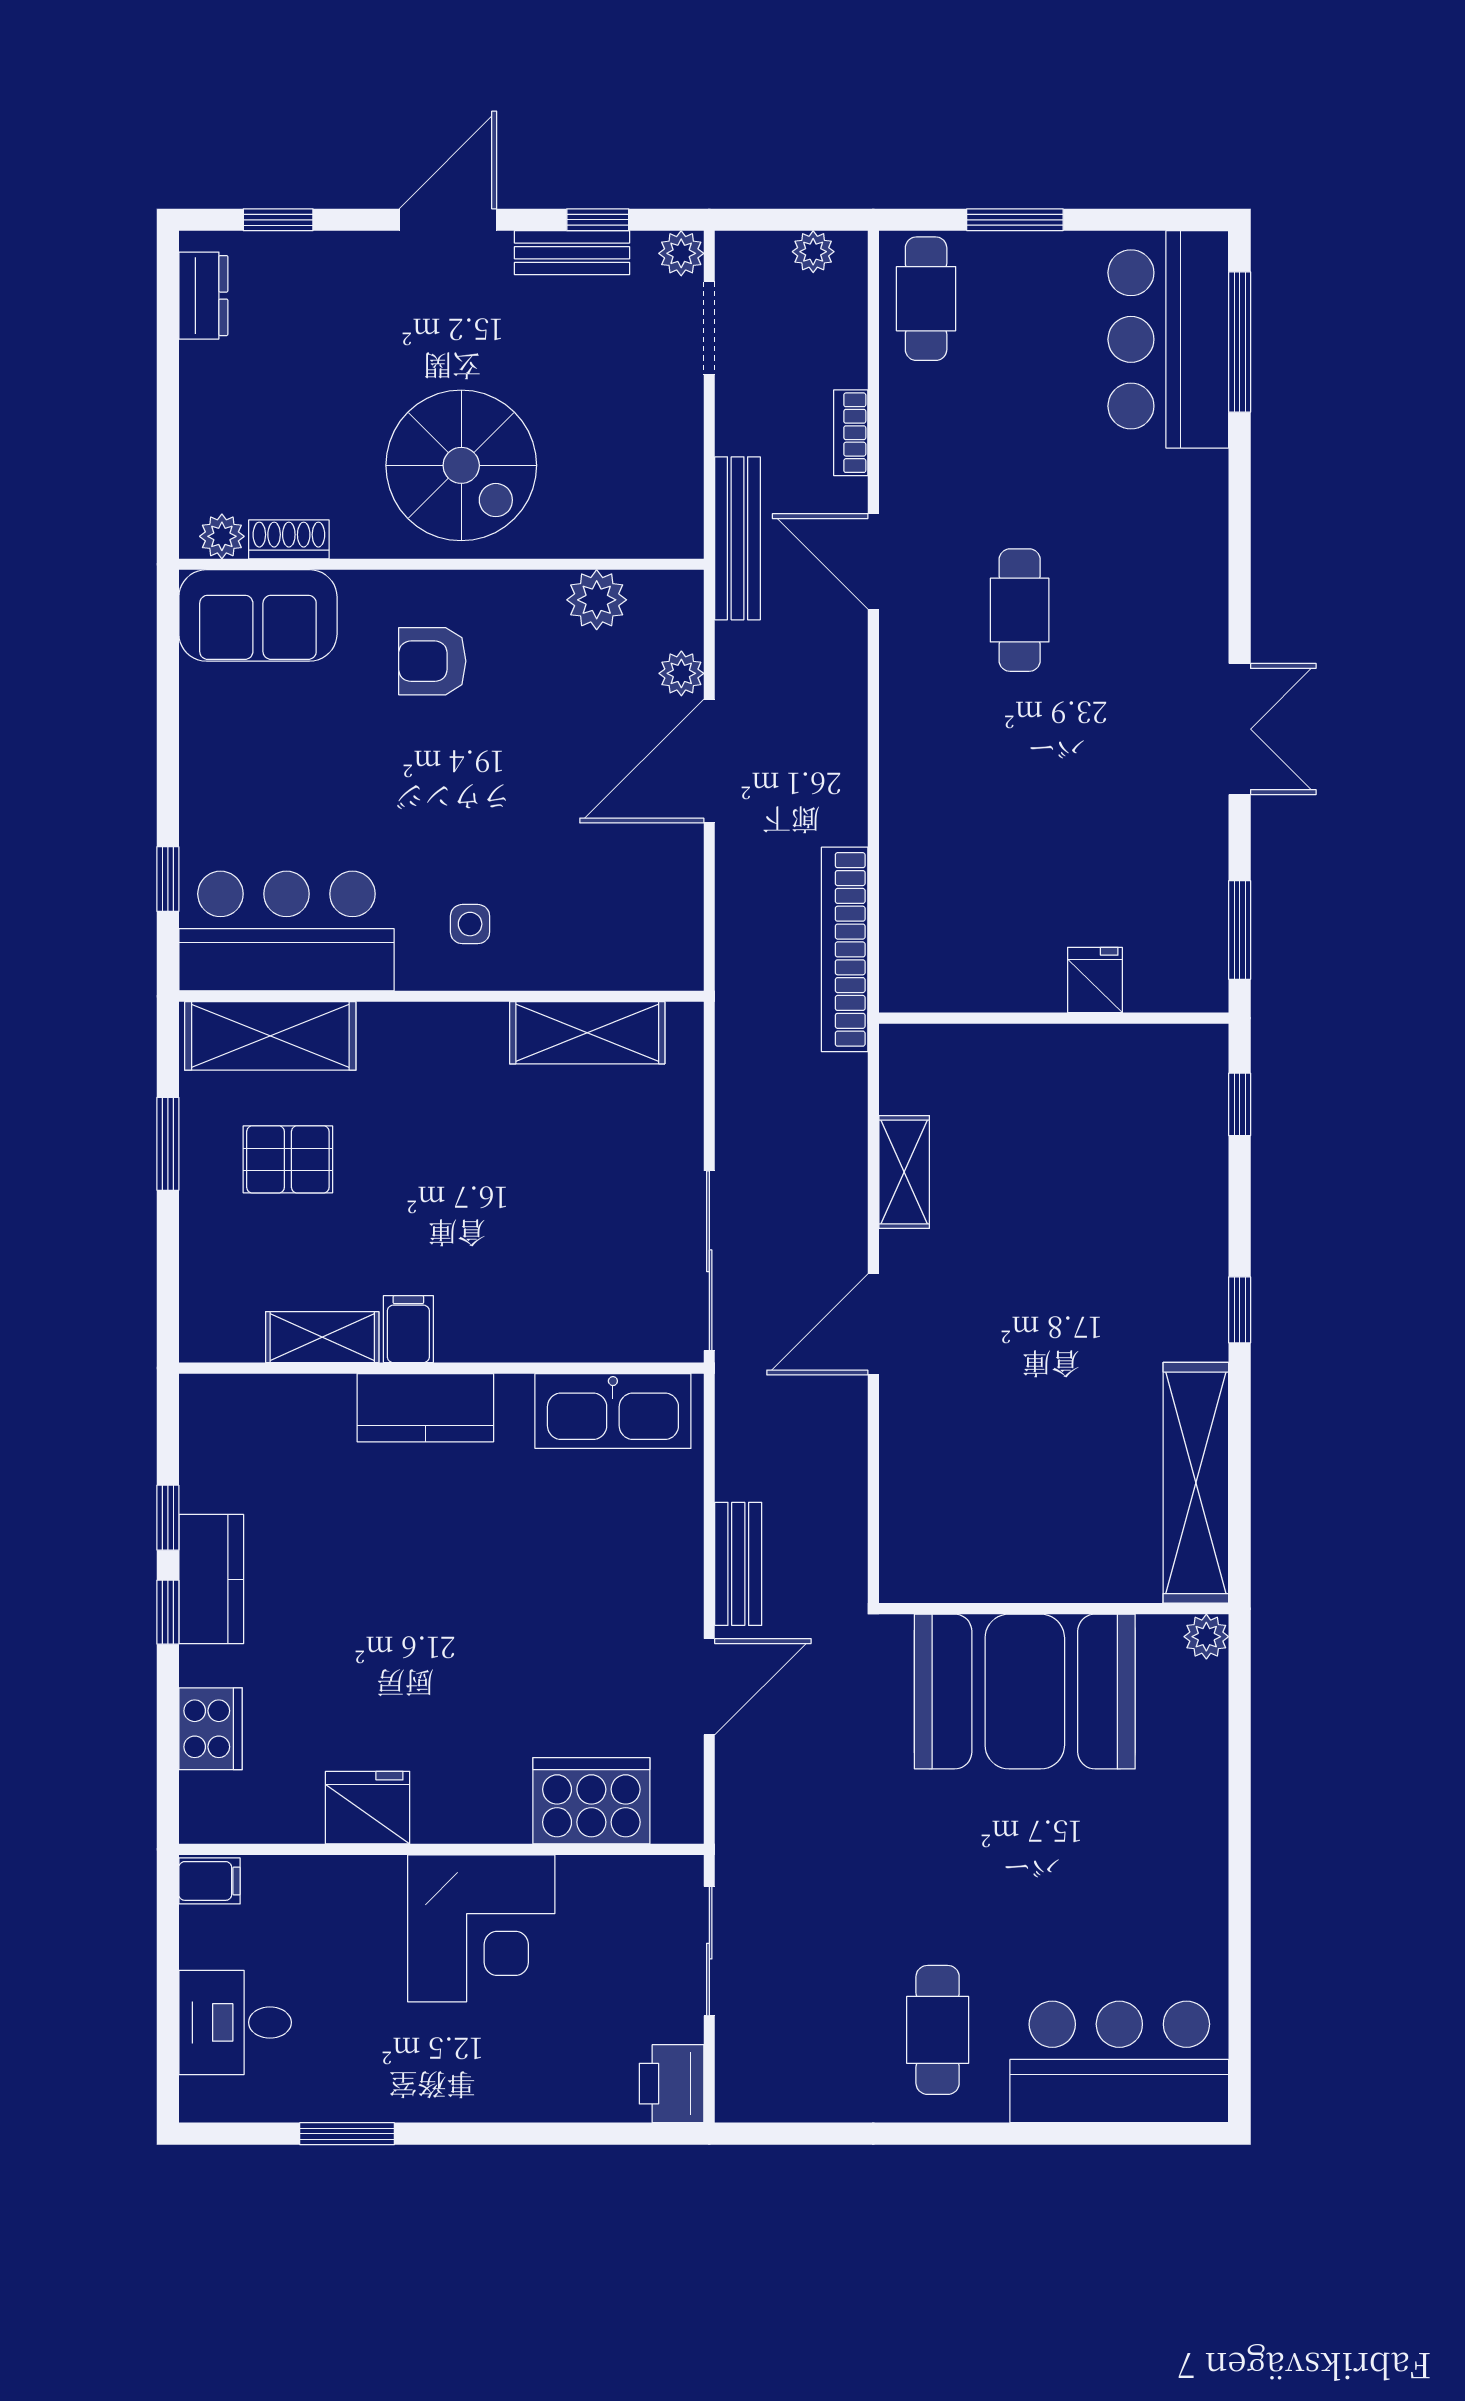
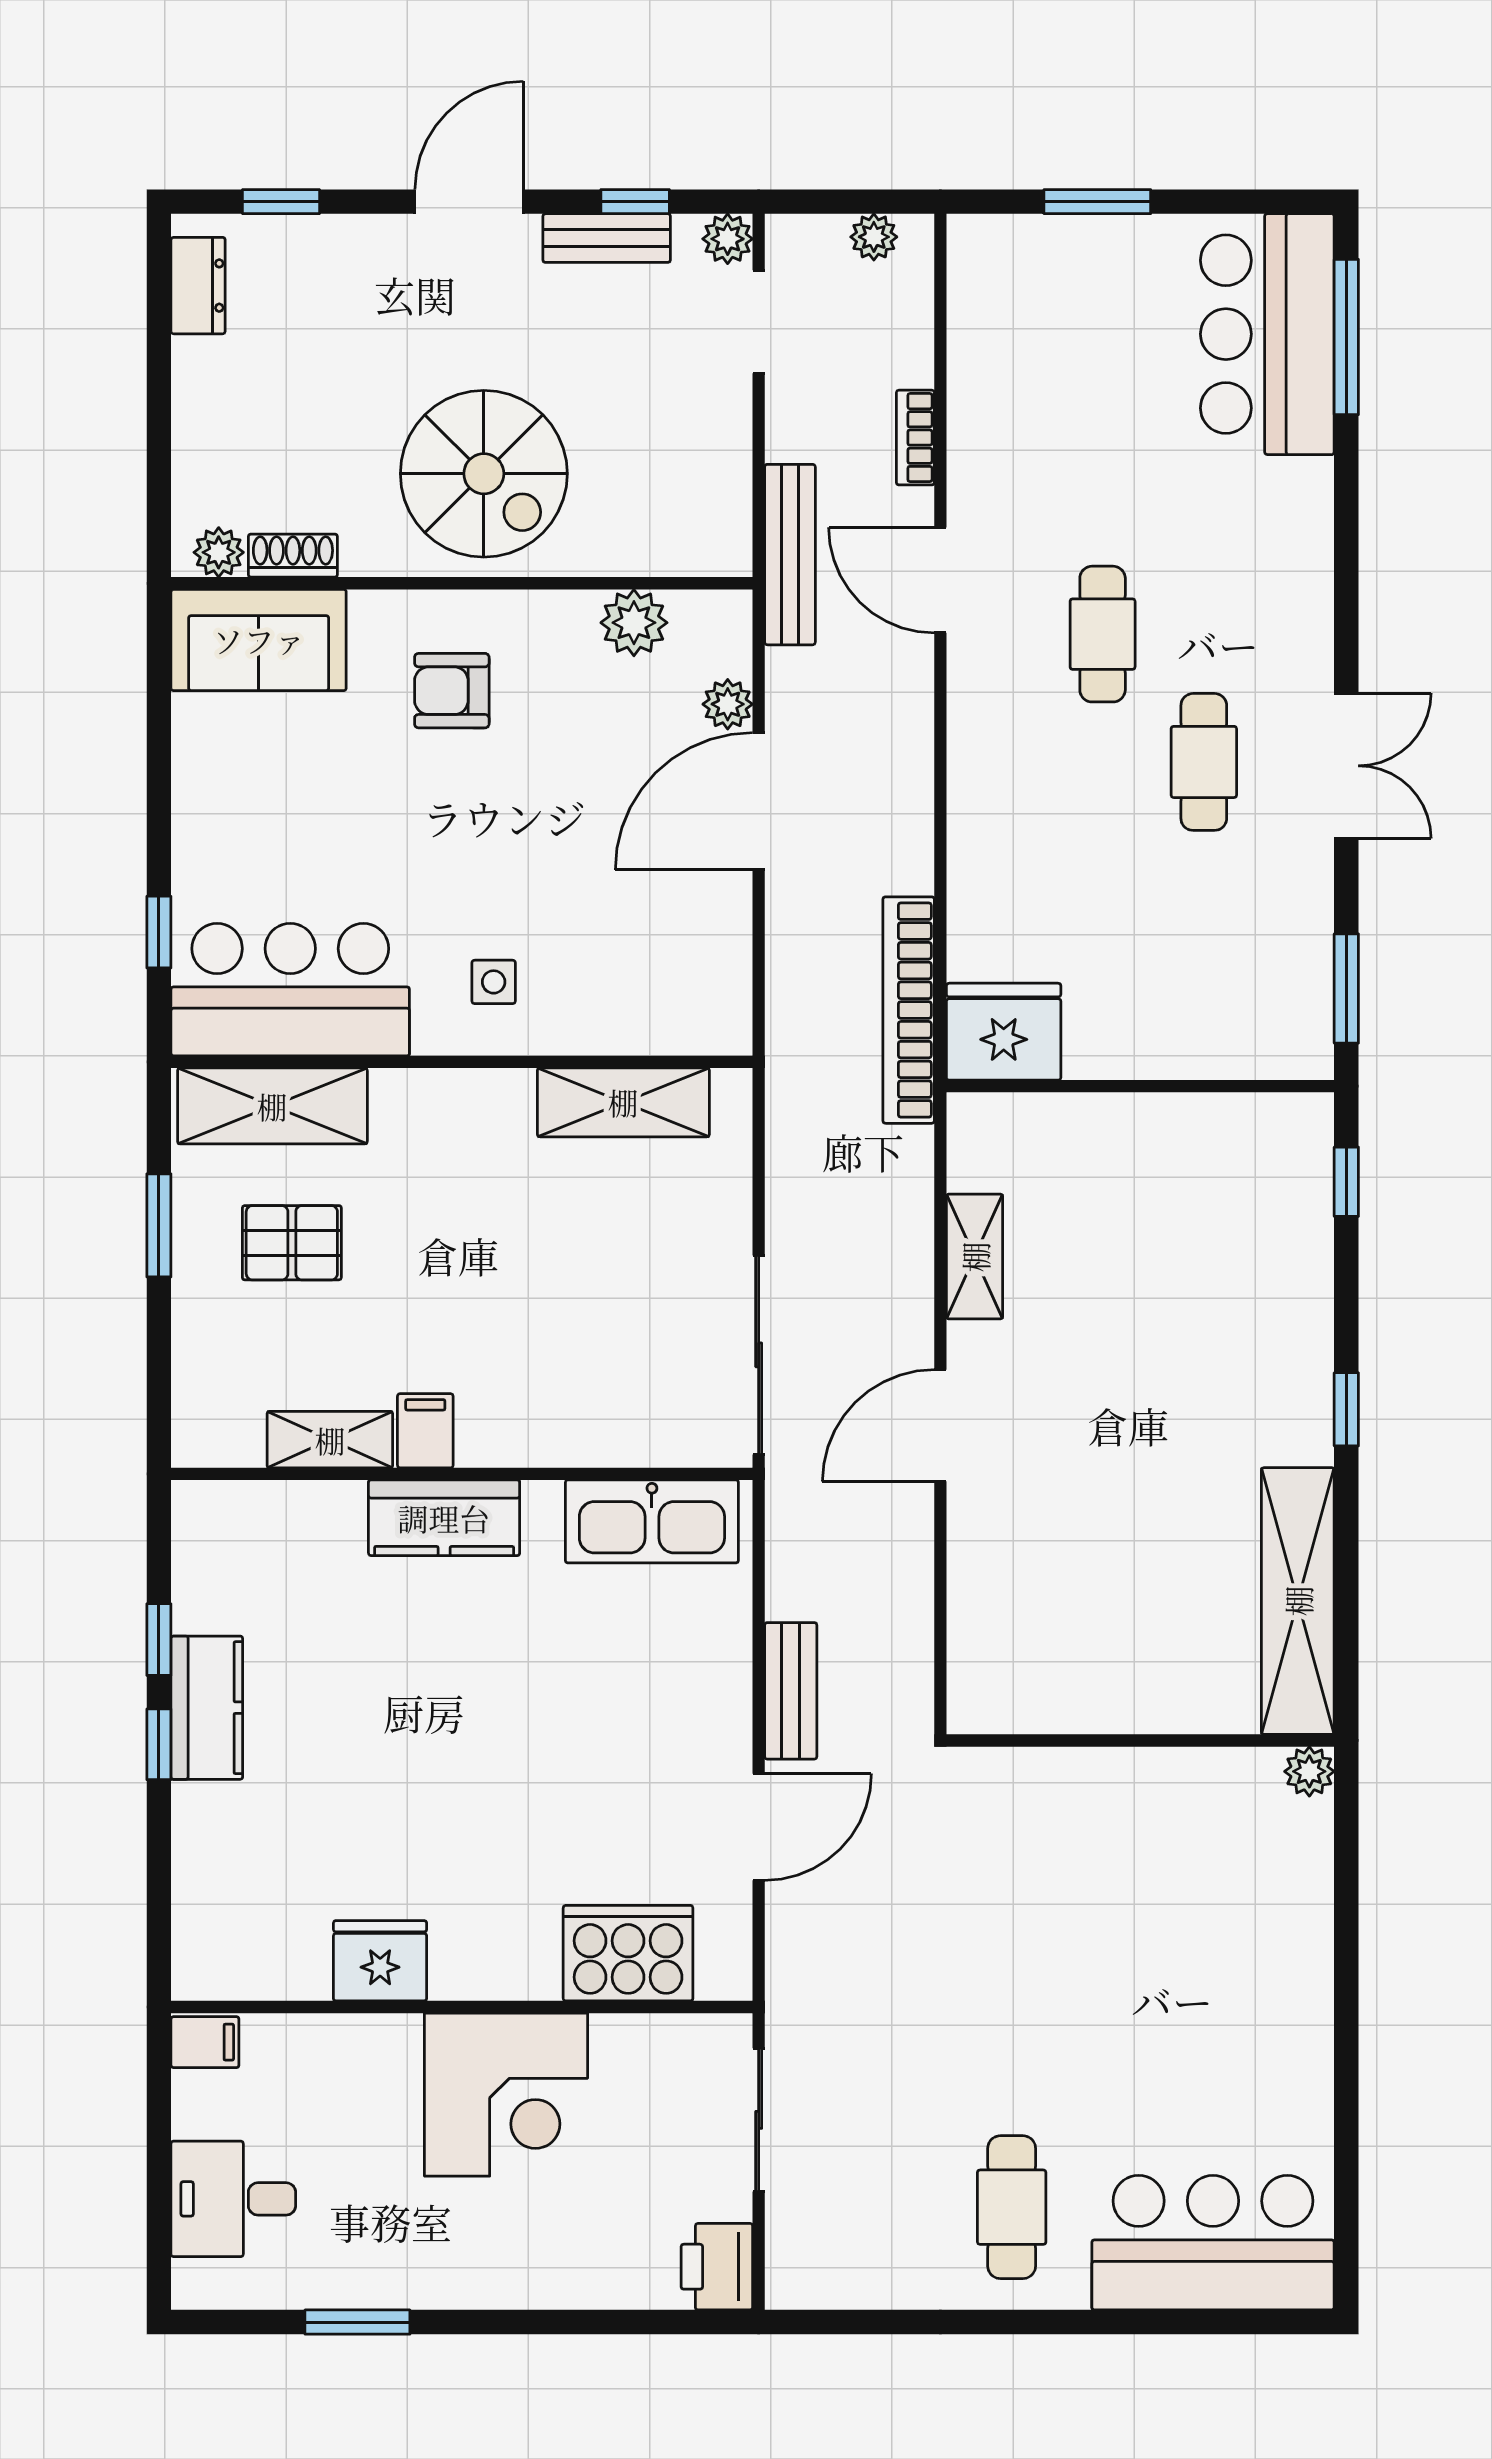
cafe table: (926, 299) -> (1204, 762), moved
fridge: (1095, 980) -> (1004, 1032), moved, width x1.88, depth x1.34
booth: (1025, 1692) -> (1108, 1832), removed
cooker: (211, 1729) -> (206, 1873), removed

